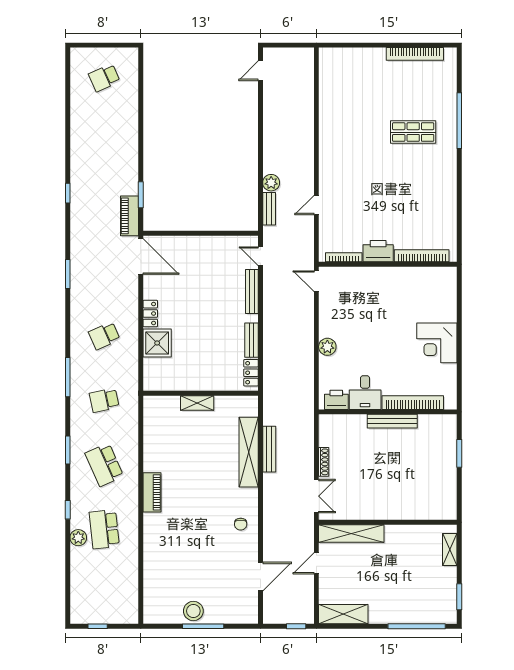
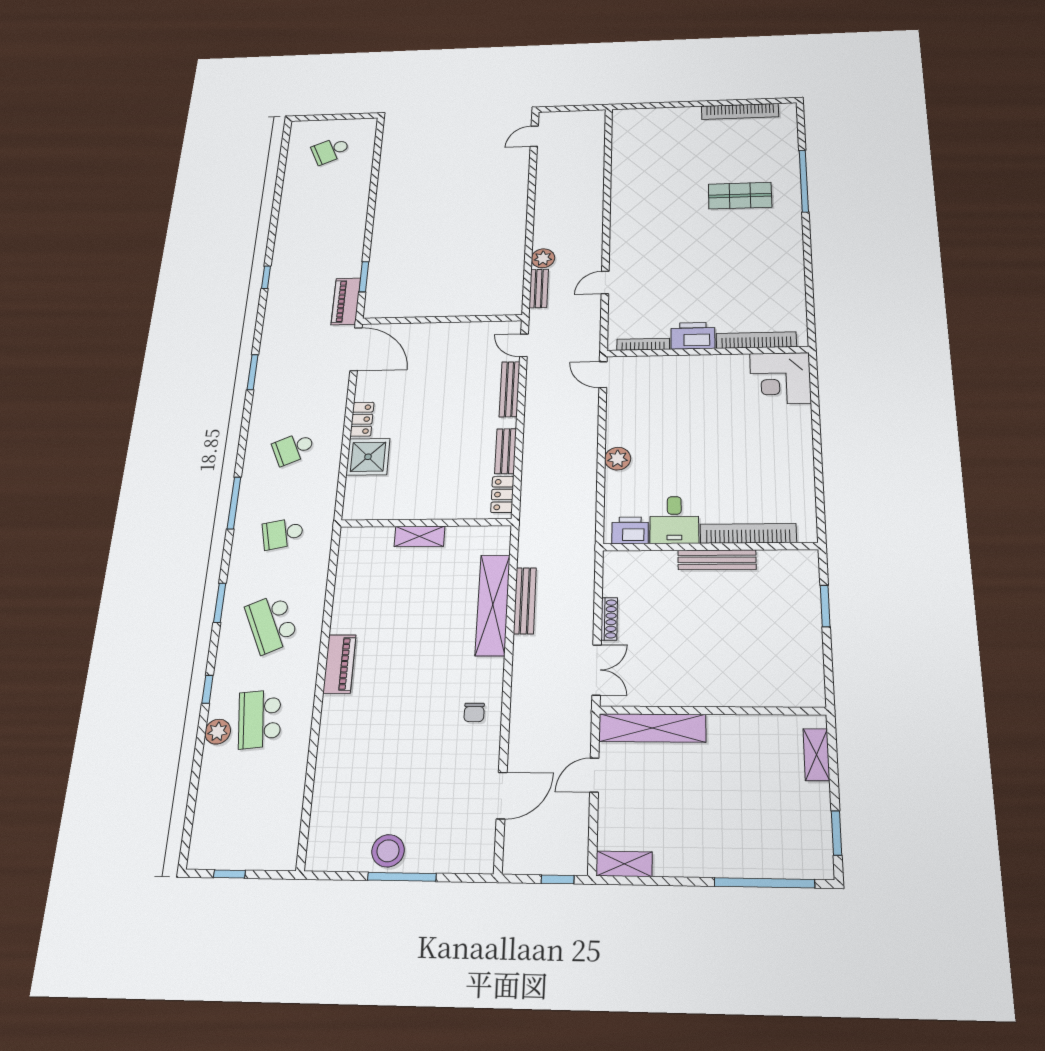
corner desk: (437, 343) -> (780, 378), moved
shelving: (343, 614) -> (624, 864), width x0.67, depth x0.75

